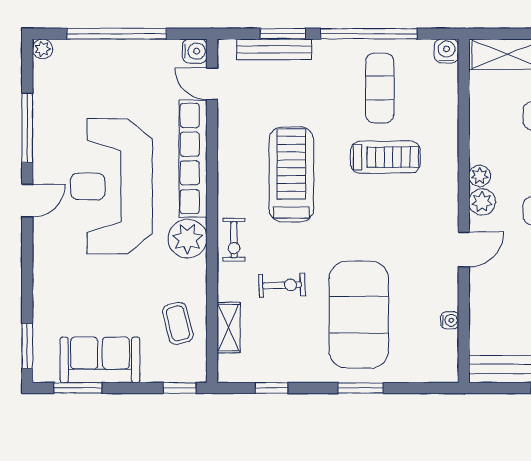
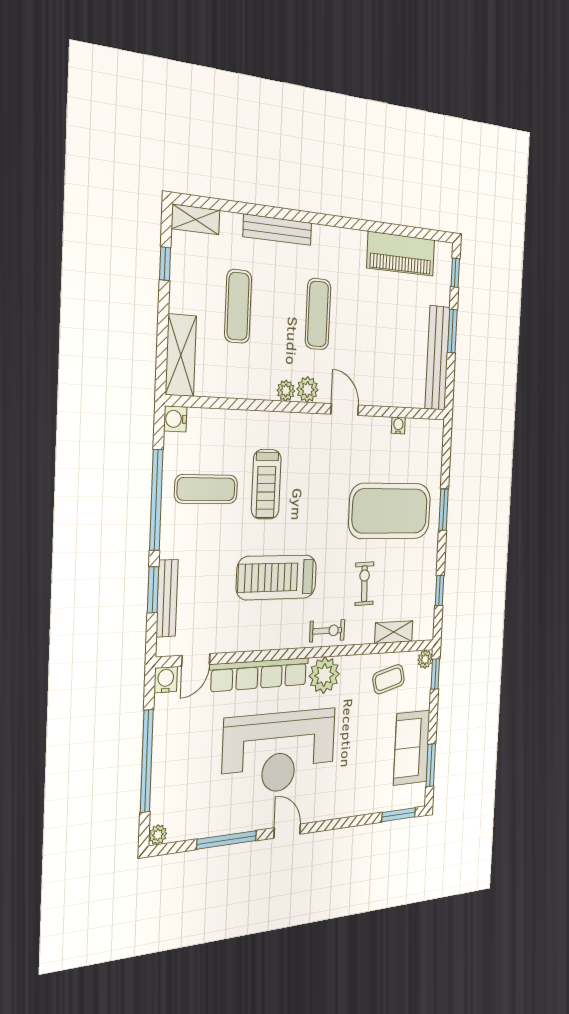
treadmill: (385, 157) -> (266, 484), turned 180
plant: (197, 373) -> (425, 659), added

